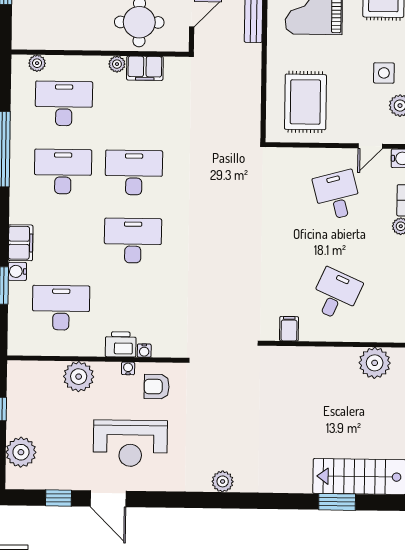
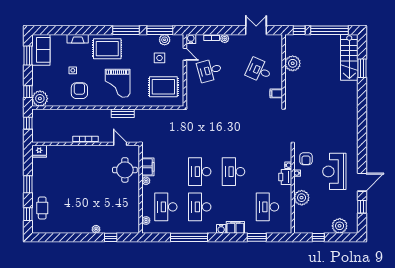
side table: (384, 73) -> (159, 58), moved
water cooler: (17, 271) -> (221, 229), moved
plant: (375, 363) -> (293, 63), moved
reception desk: (130, 443) -> (334, 171), turned 180
plant: (223, 481) -> (353, 125), removed

